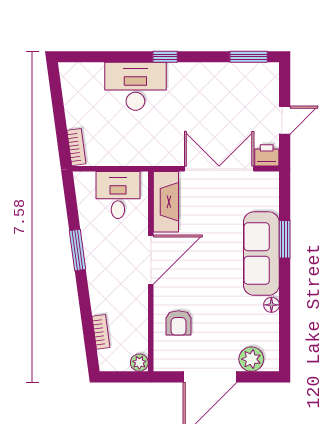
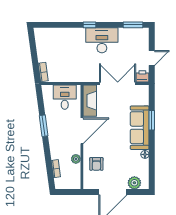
desk: (135, 86) -> (102, 40), moved
plant: (139, 363) -> (76, 159), moved

